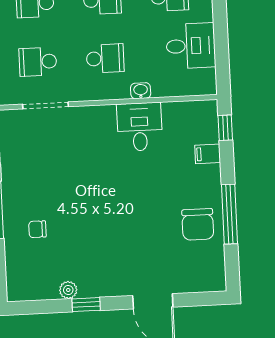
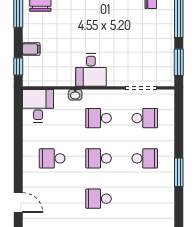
desk: (191, 46) -> (38, 106), moved, turned 90
desk: (140, 127) -> (91, 70), moved

